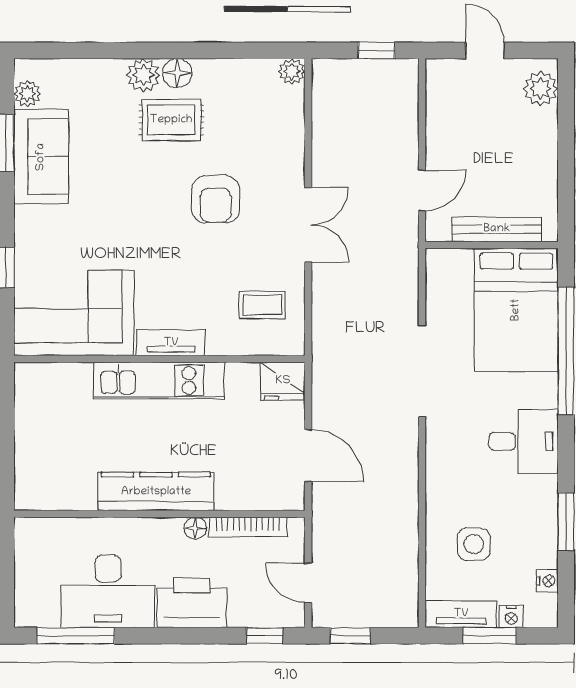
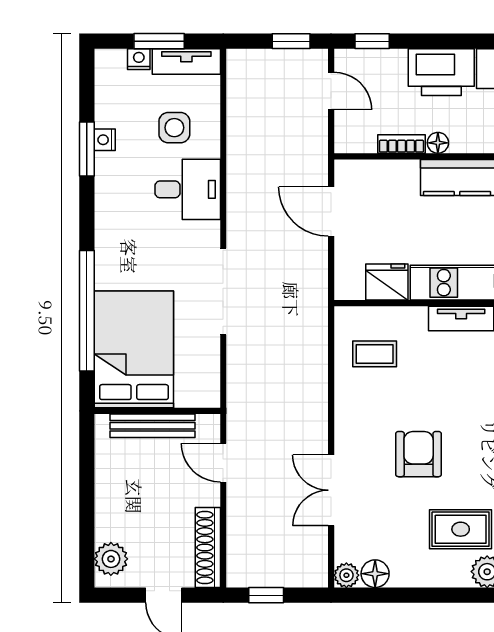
floor lamp: (177, 73) -> (375, 574), moved
shoe rack: (438, 101) -> (208, 548), added
door: (422, 190) -> (223, 463), hinge flipped
double door: (308, 225) -> (331, 490), moved
fridge: (283, 381) -> (387, 282), moved
desk: (524, 441) -> (188, 189), moved, turned 180
bookcase: (248, 527) -> (401, 144), width x0.64
nightstand: (547, 581) -> (105, 140), moved

